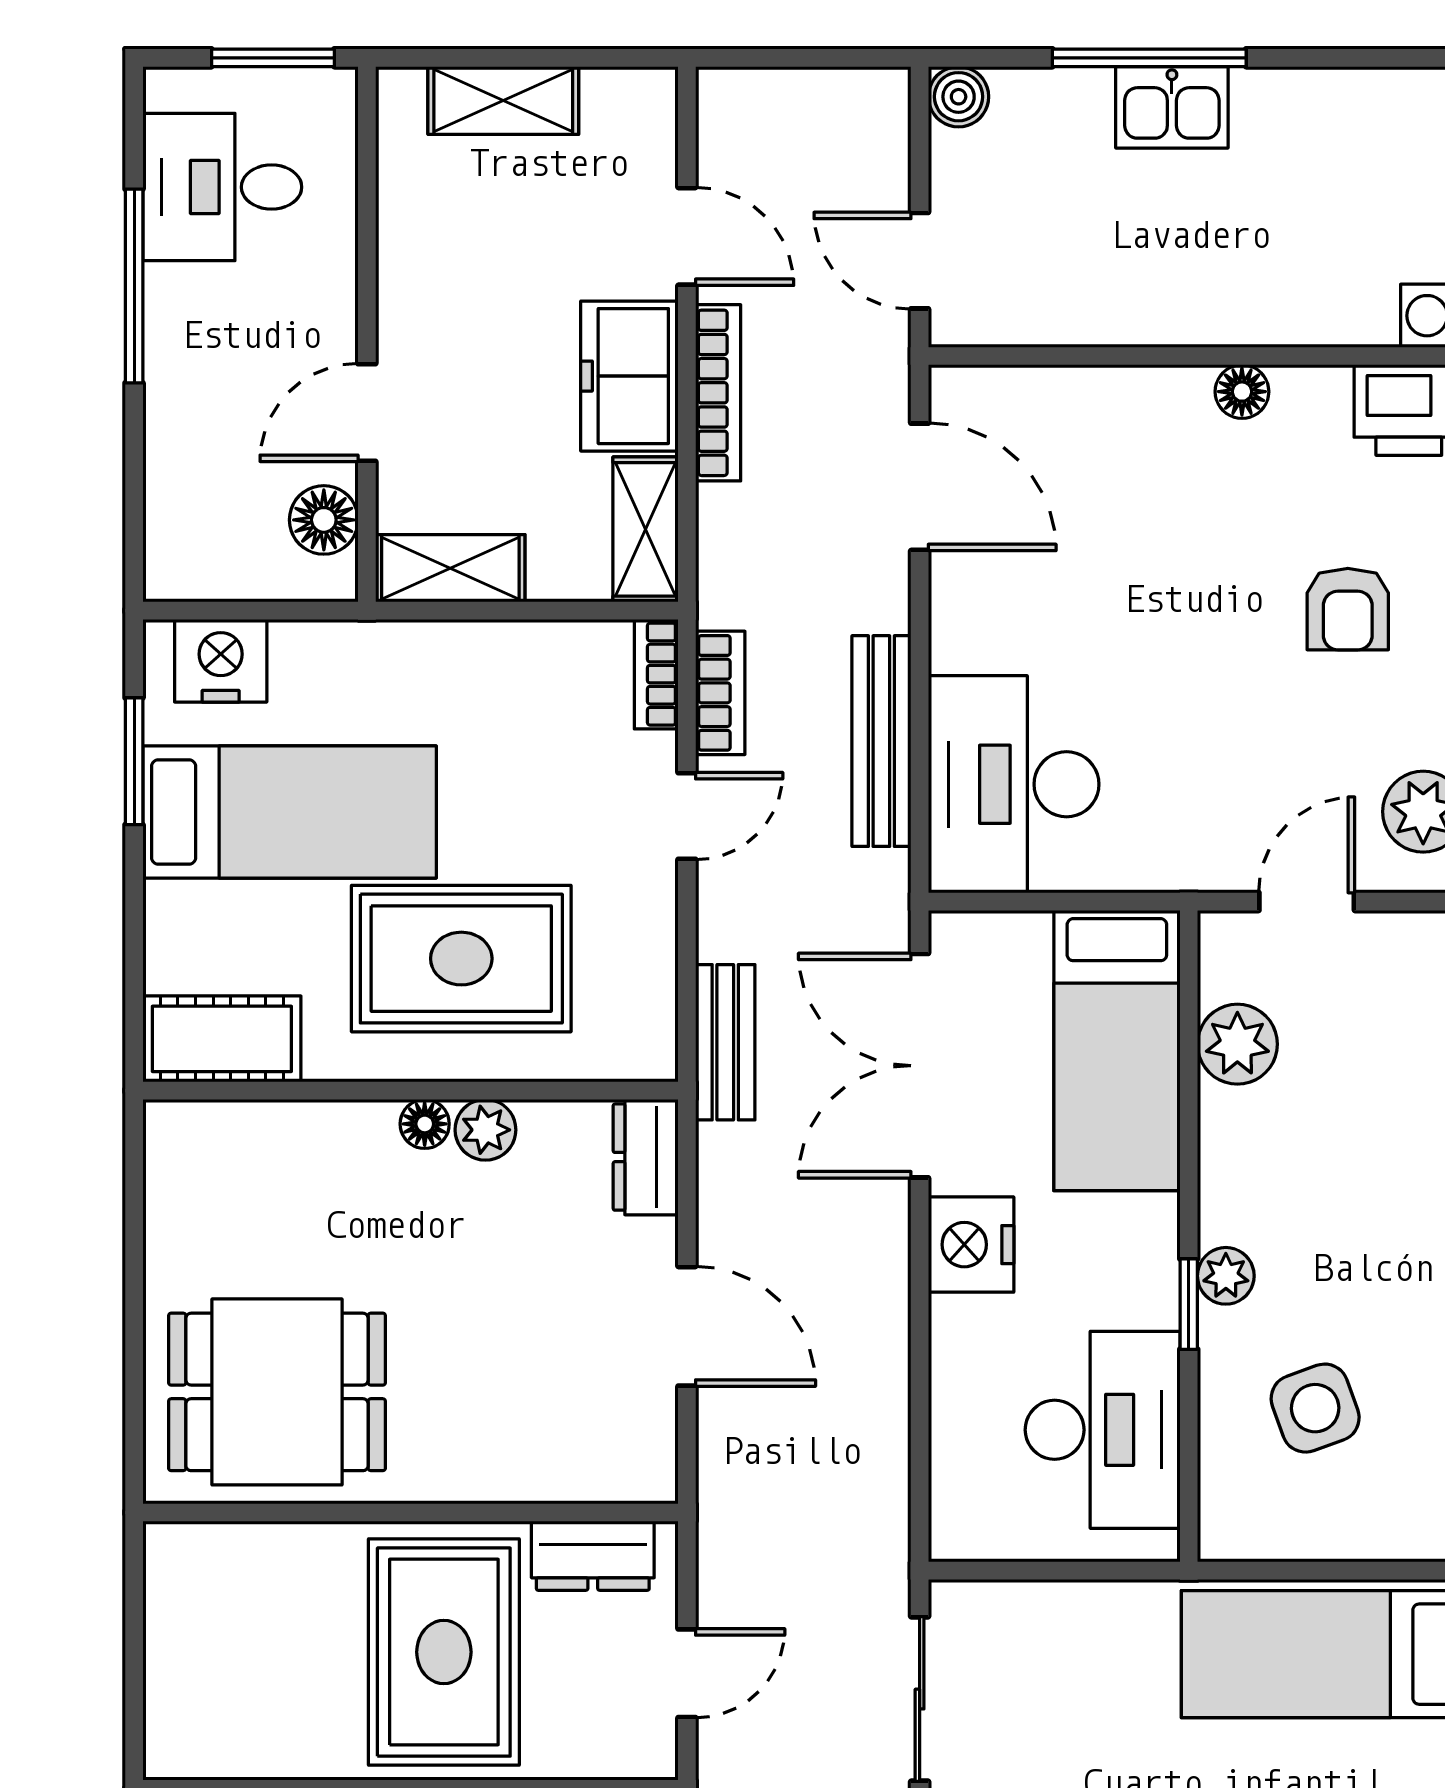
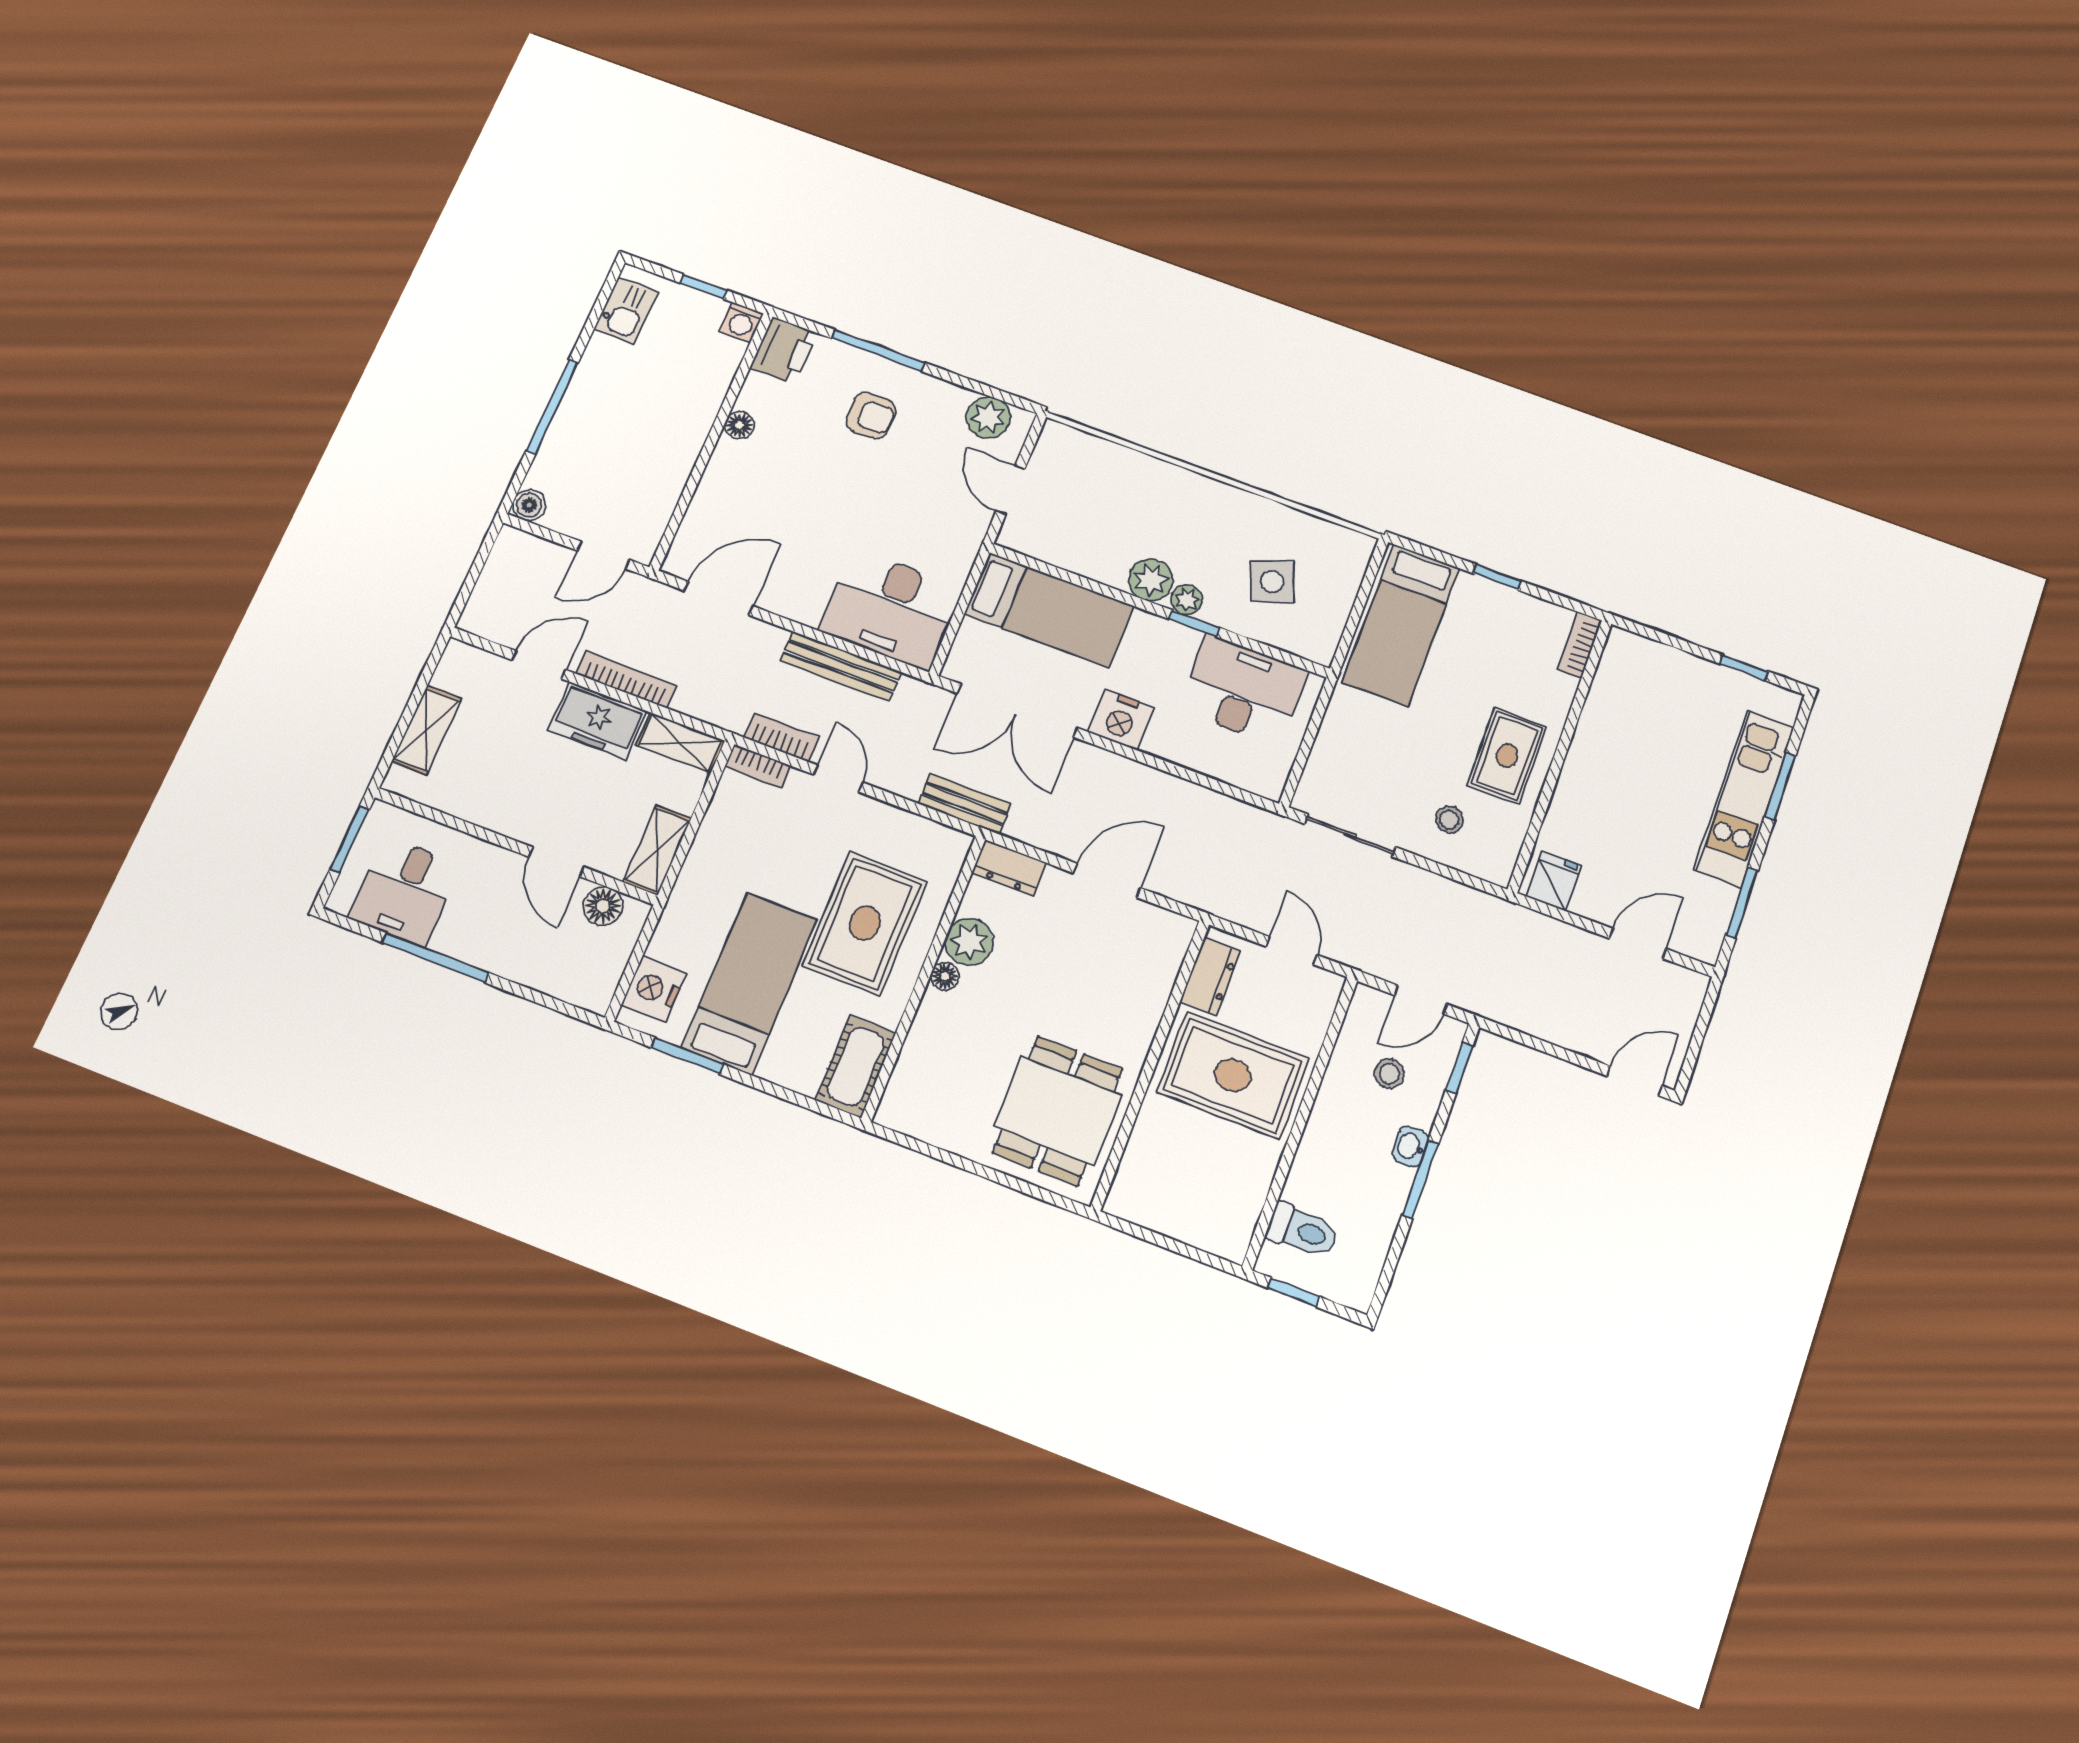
kitchen sink: (1172, 107) -> (626, 310), moved
plant: (1237, 1044) -> (1151, 580), moved
plant: (485, 1130) -> (969, 942), width x1.38, depth x1.38

